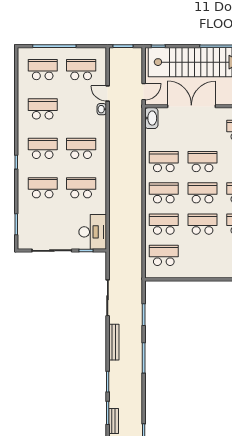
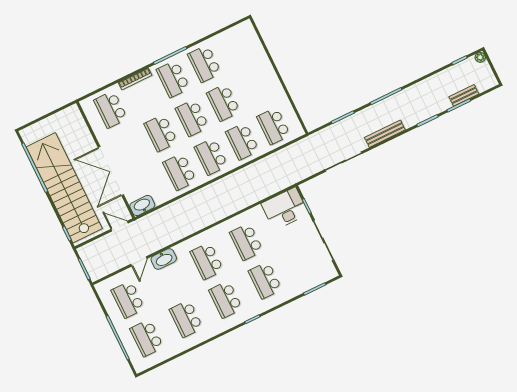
washbasin: (102, 109) -> (164, 259), width x1.91, depth x1.45

